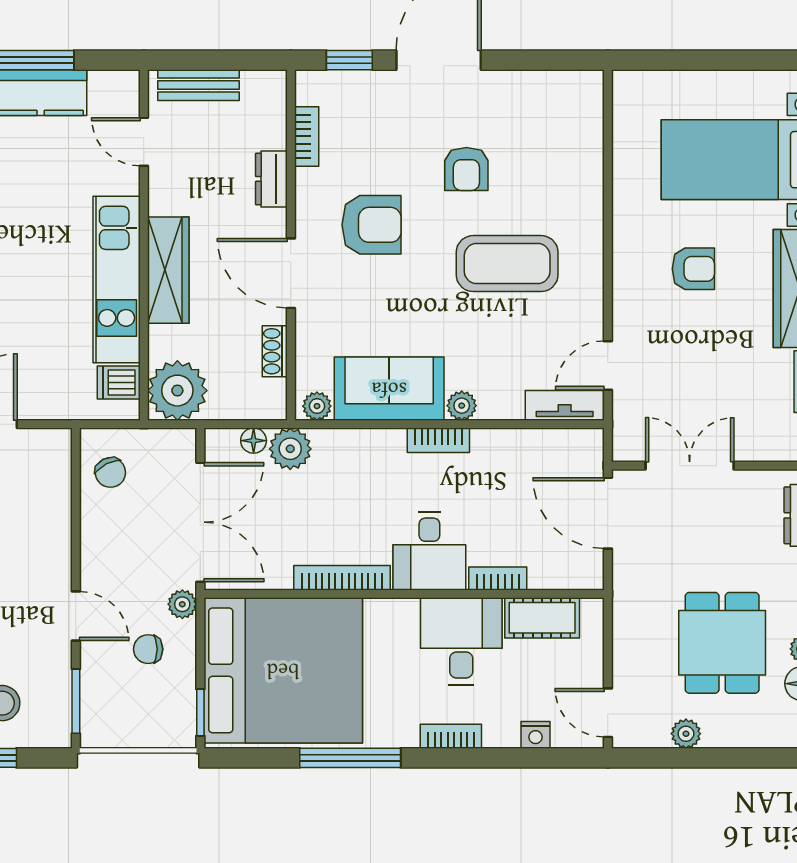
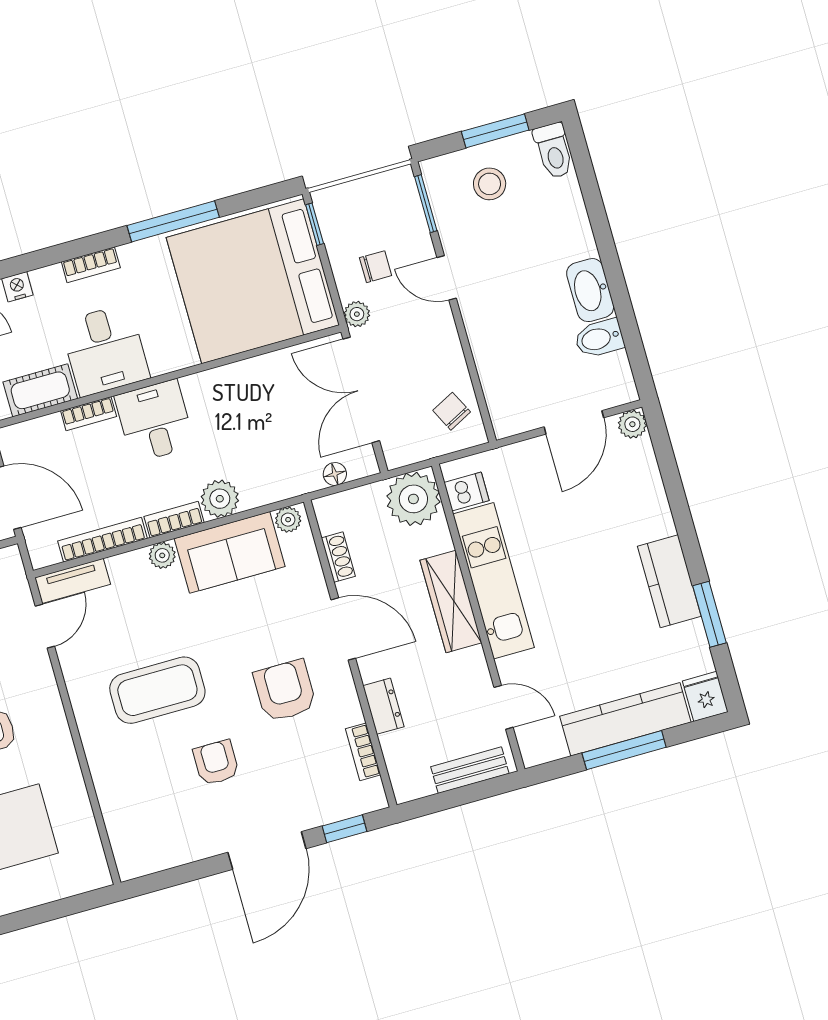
armchair: (372, 225) -> (285, 691), turned 90
plant: (290, 449) -> (220, 499), moved
bookcase: (342, 578) -> (103, 540), moved, turned 180

